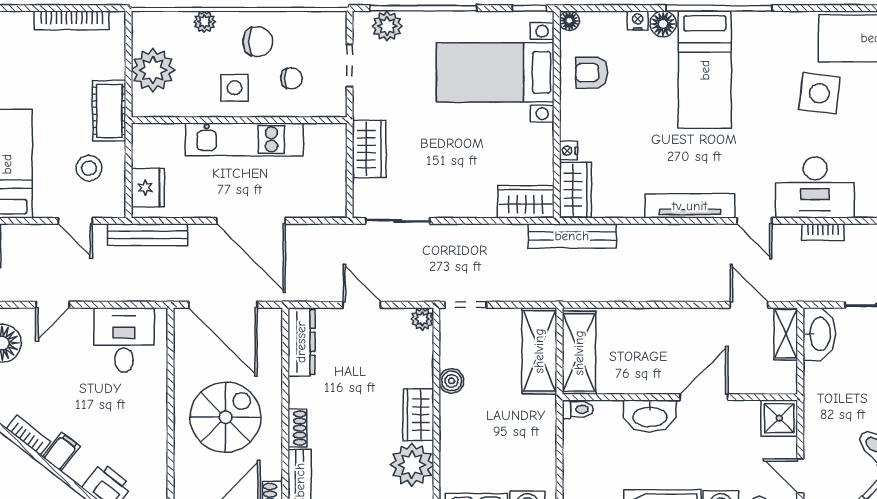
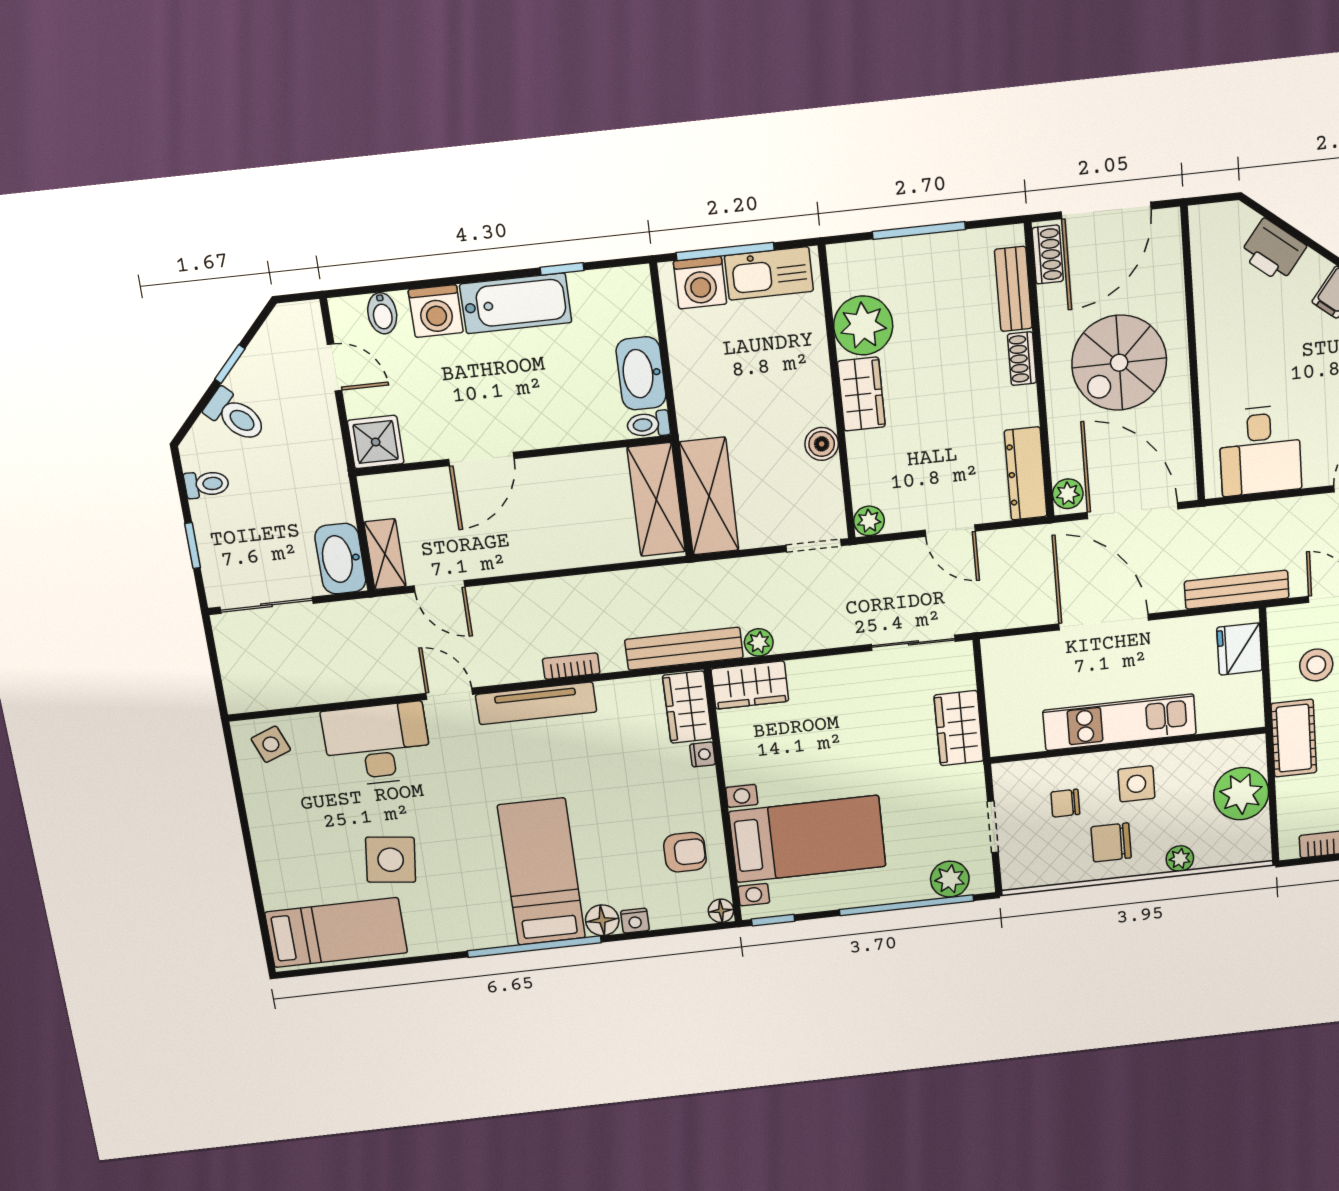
bookcase: (823, 232) -> (571, 666), moved
plant: (515, 234) -> (759, 642), added
plant: (271, 323) -> (1068, 494), added
washbasin: (650, 416) -> (641, 373), moved, turned -90

